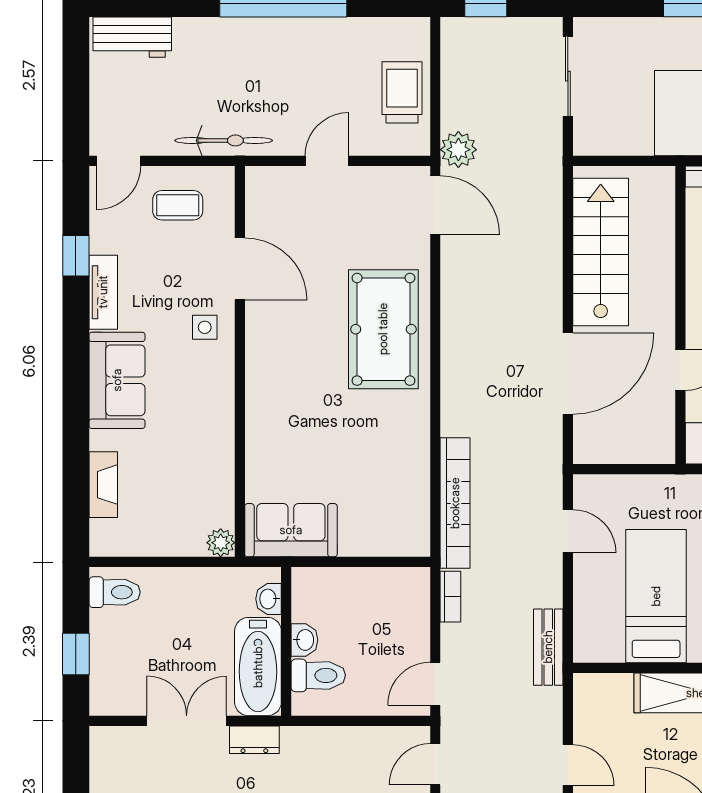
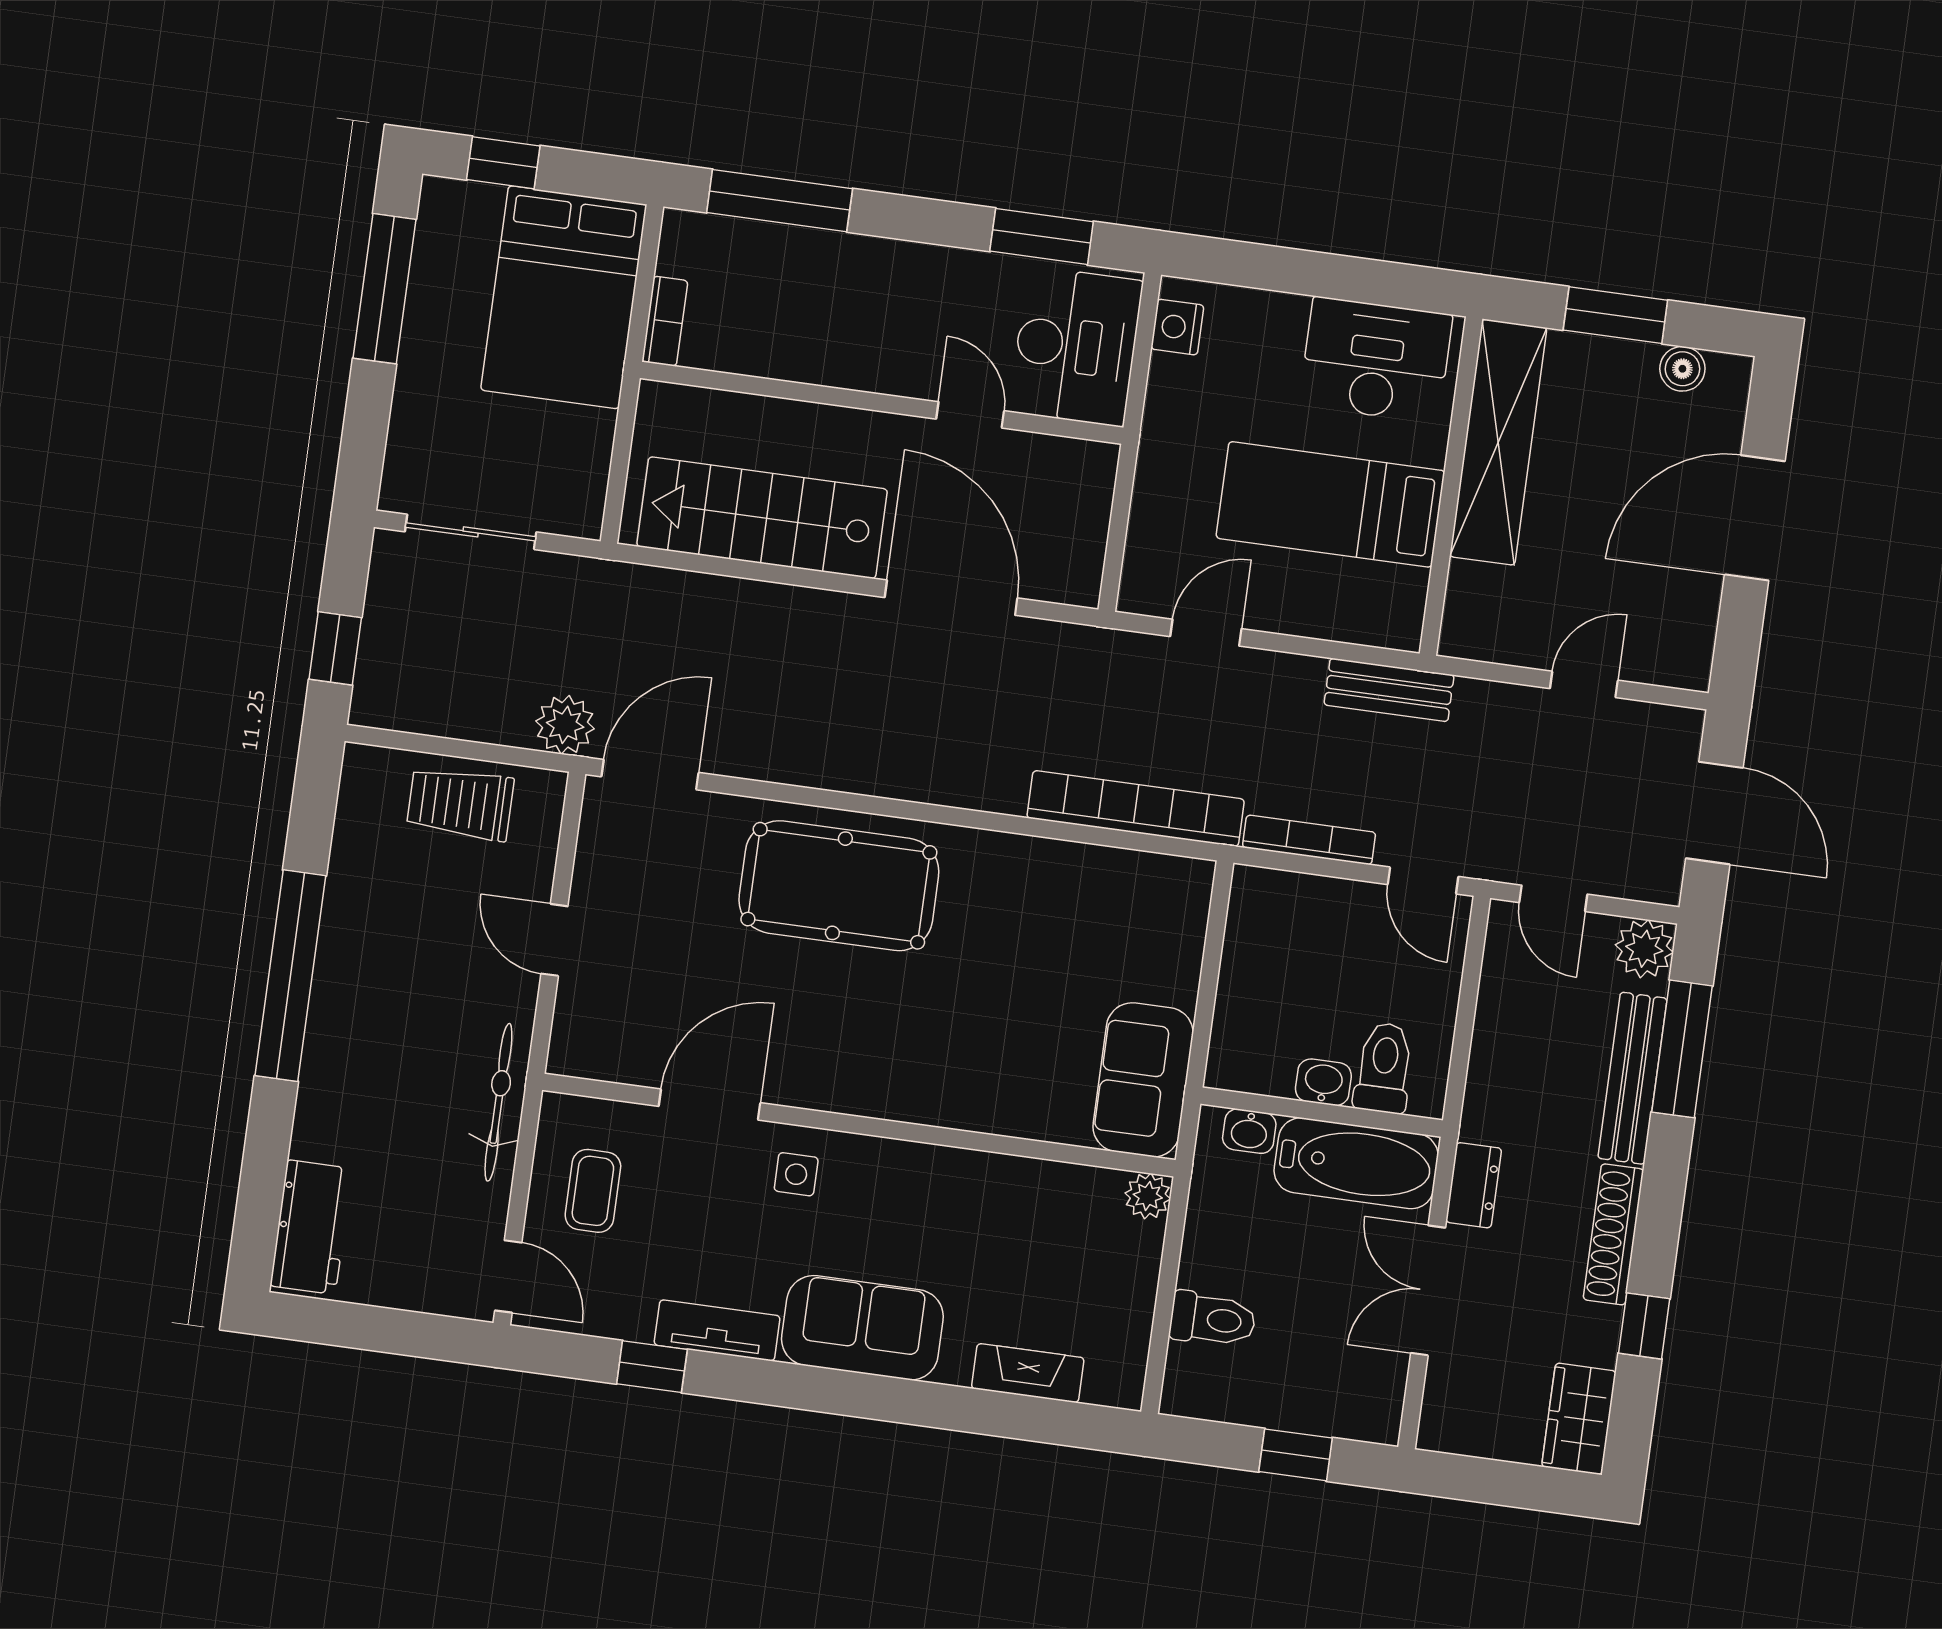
toilet: (115, 592) -> (1213, 1319), moved, turned 90
bookcase: (450, 597) -> (1309, 840), width x1.56

